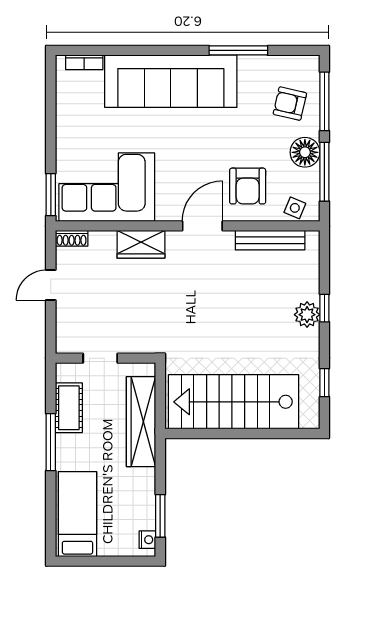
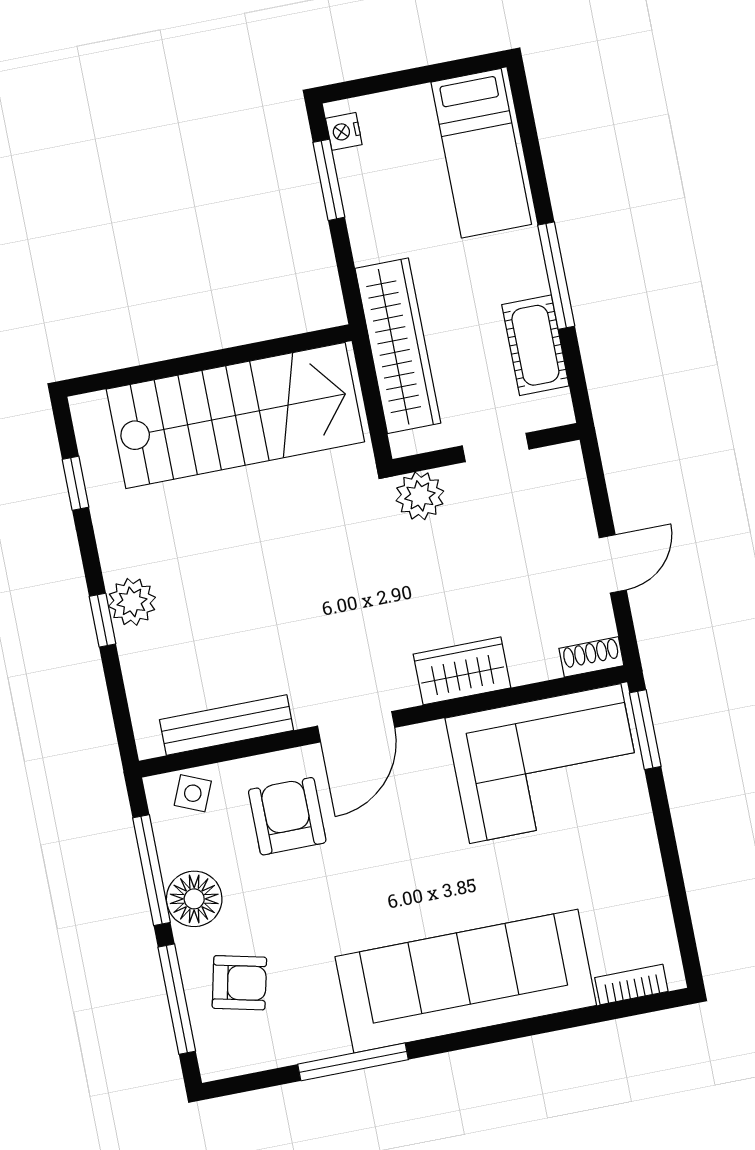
plant: (145, 341) -> (420, 496), added

